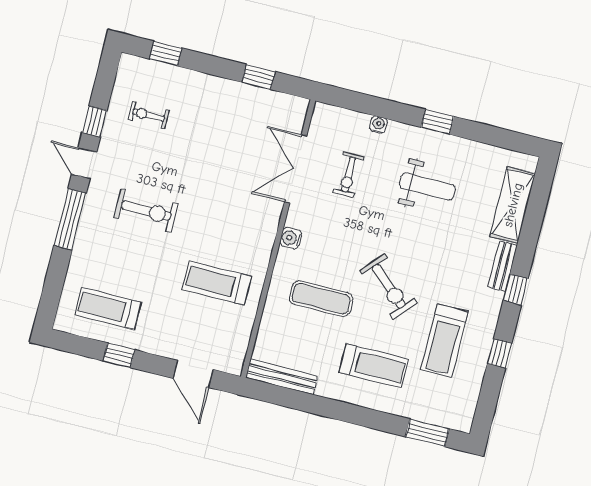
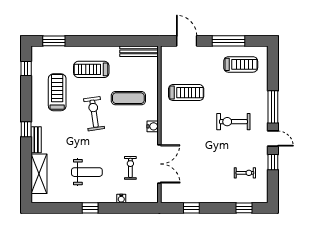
weight bench: (427, 187) -> (87, 172), turned 180
exercise bike: (389, 286) -> (94, 114), turned 40
window: (500, 353) -> (26, 69), moved
window: (119, 355) -> (229, 41), width x2.17

